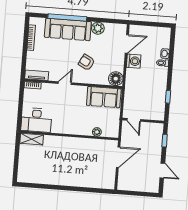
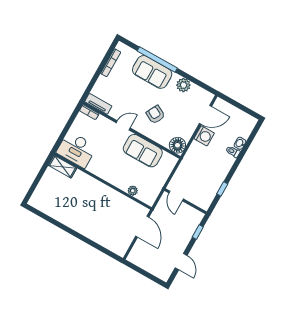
sofa: (68, 29) -> (152, 72), width x0.73
sofa: (104, 97) -> (143, 151), moved
door: (118, 157) -> (142, 227), hinge flipped

